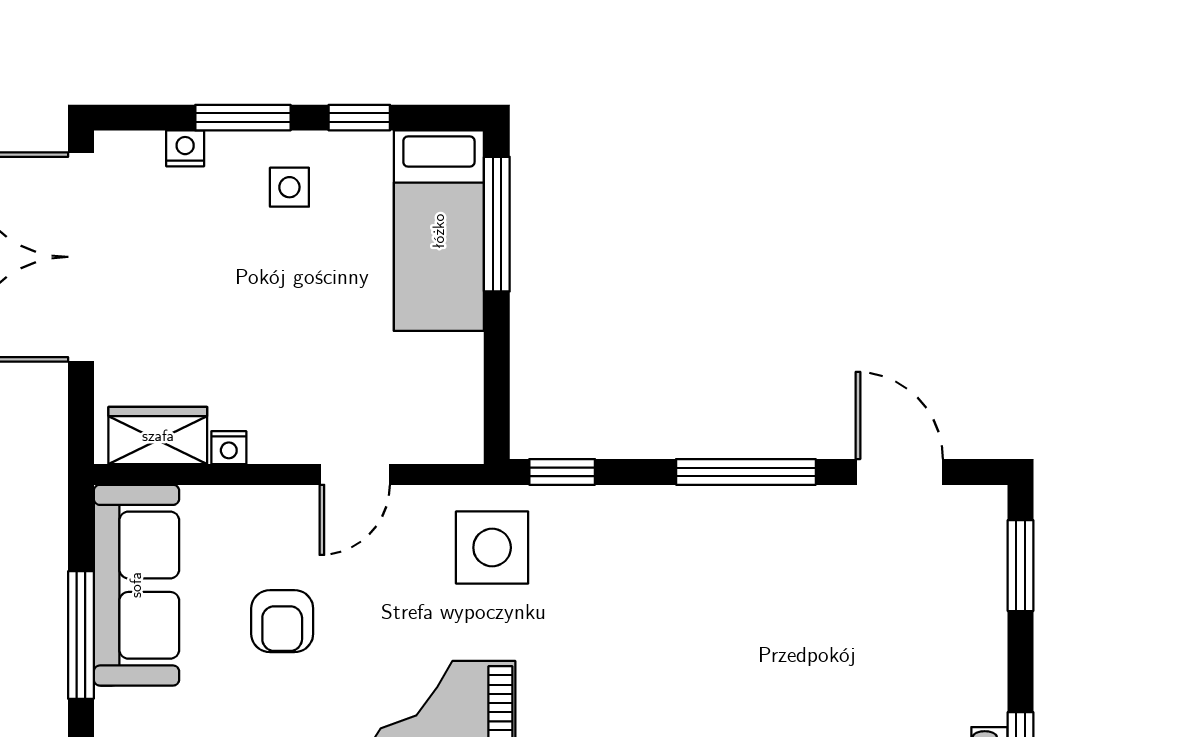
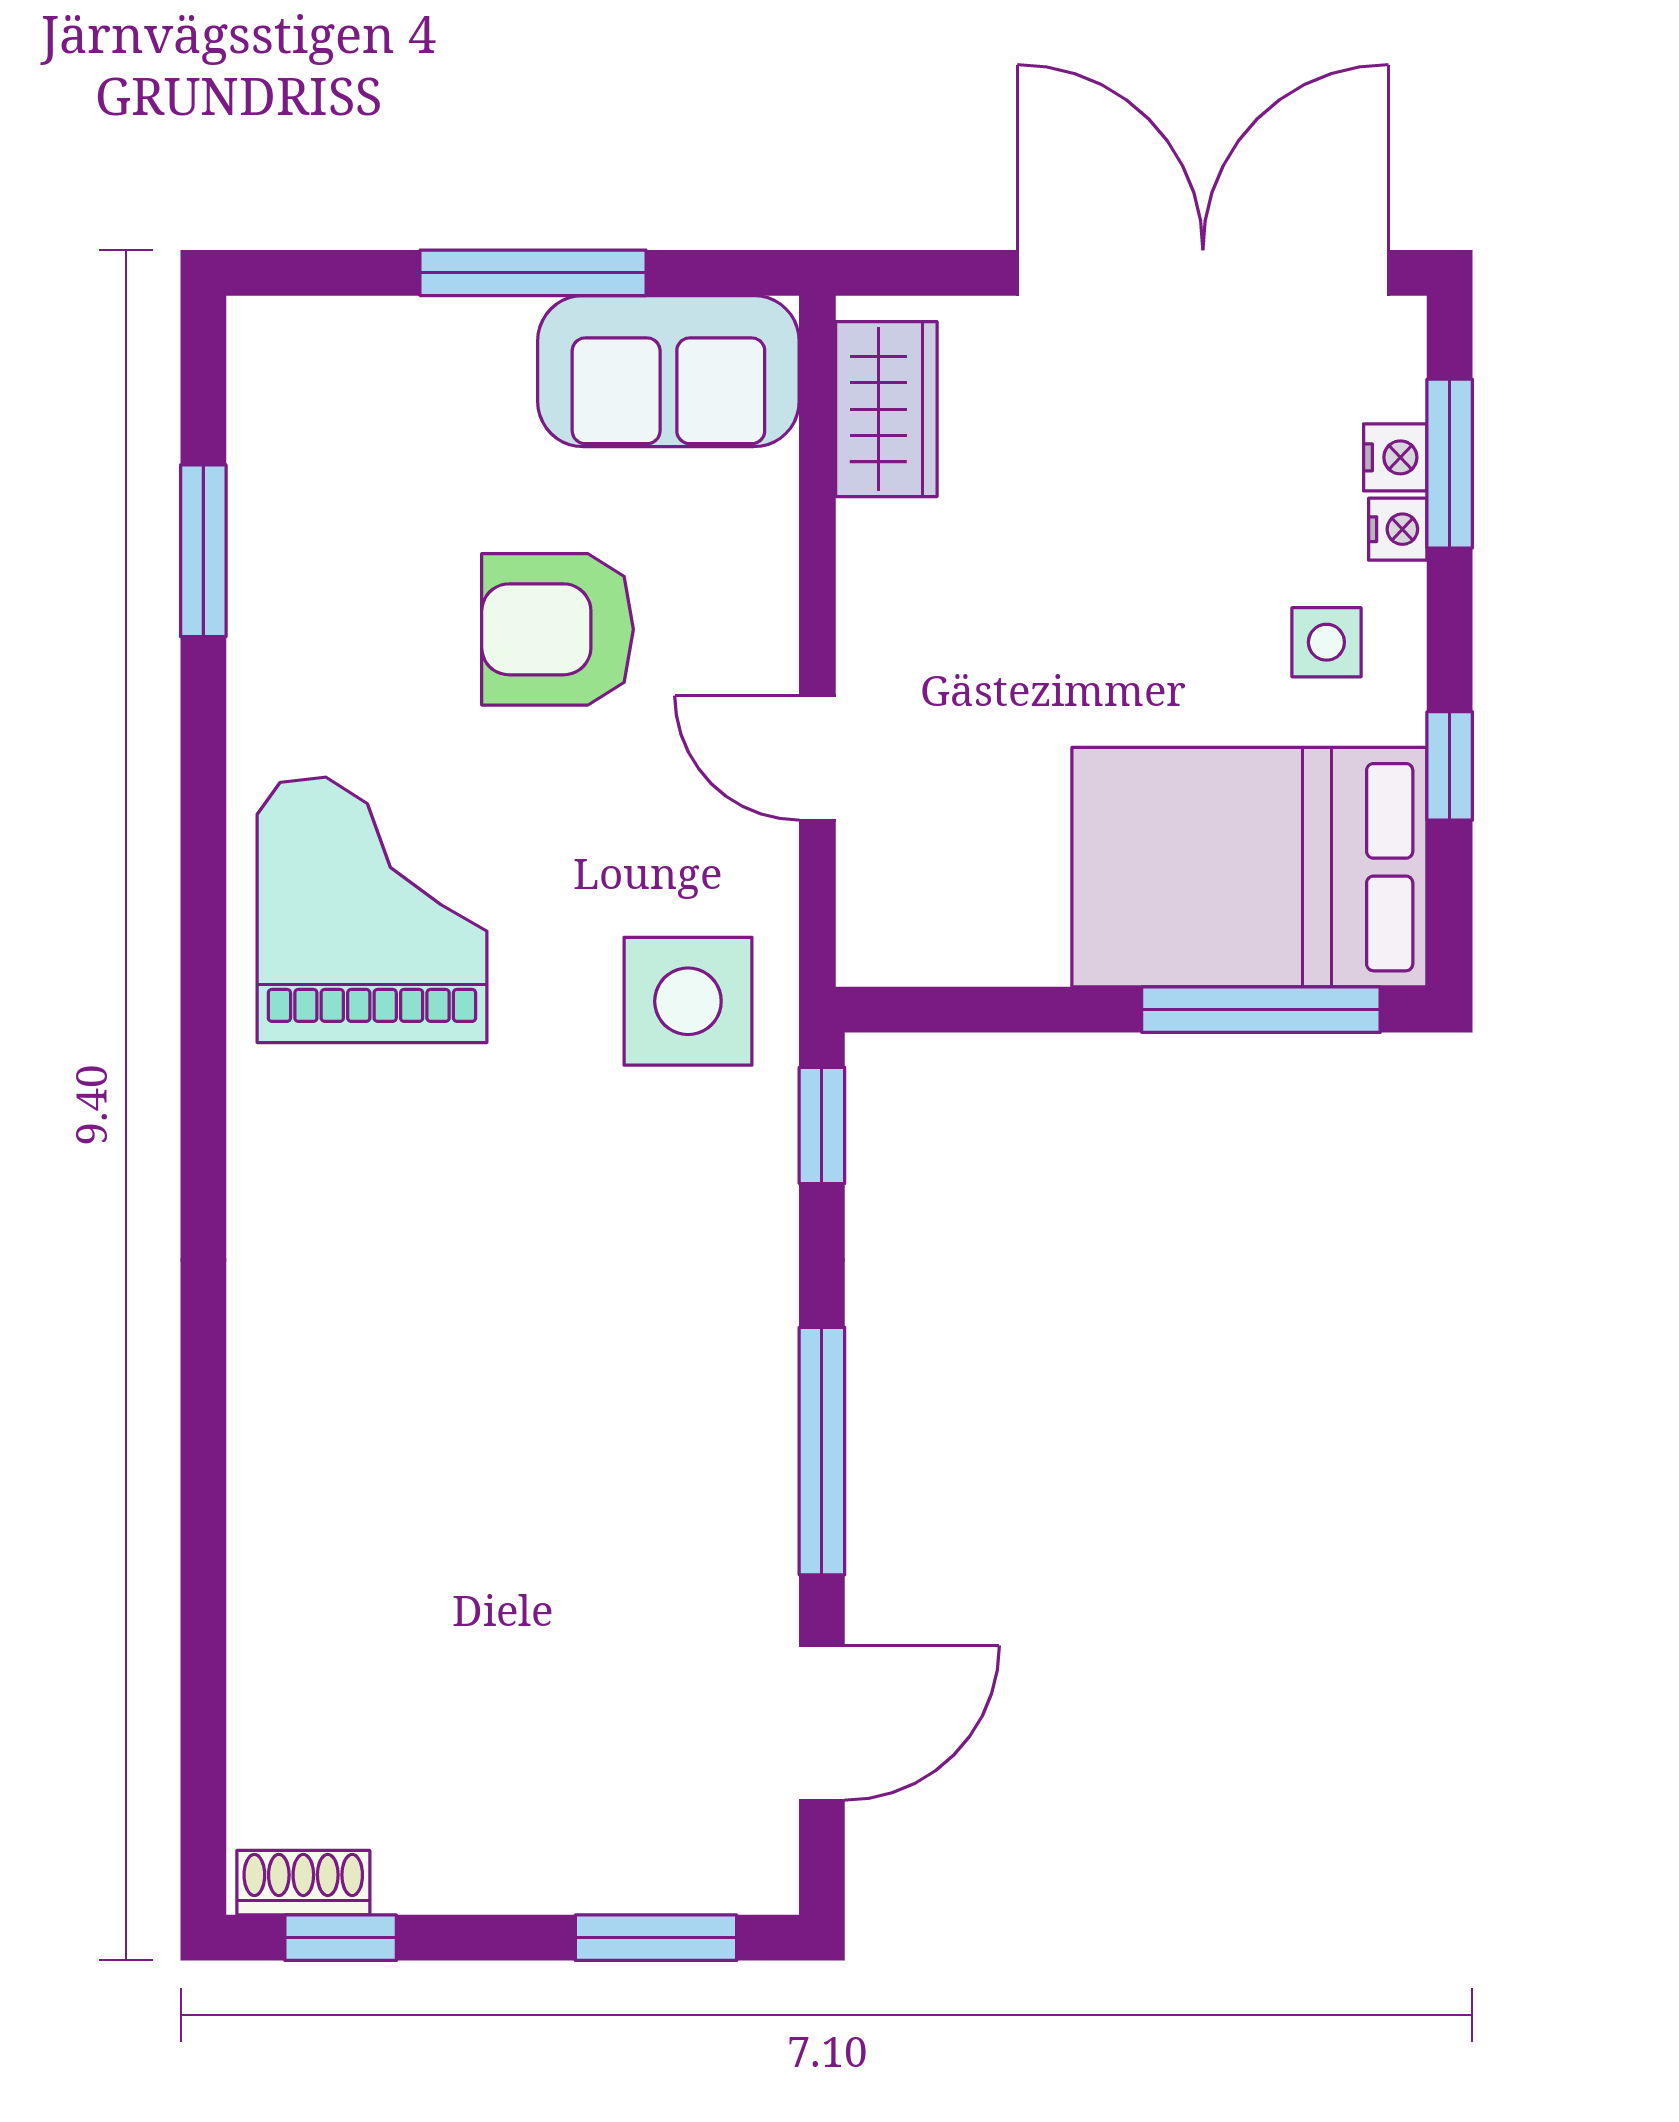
window: (243, 118) -> (1450, 464), moved
bed: (439, 231) -> (1249, 867), width x1.50
nightstand: (229, 448) -> (1398, 529), moved, turned 180
sofa: (136, 585) -> (668, 371), width x0.73
armchair: (282, 621) -> (558, 629), width x1.38, depth x1.38

